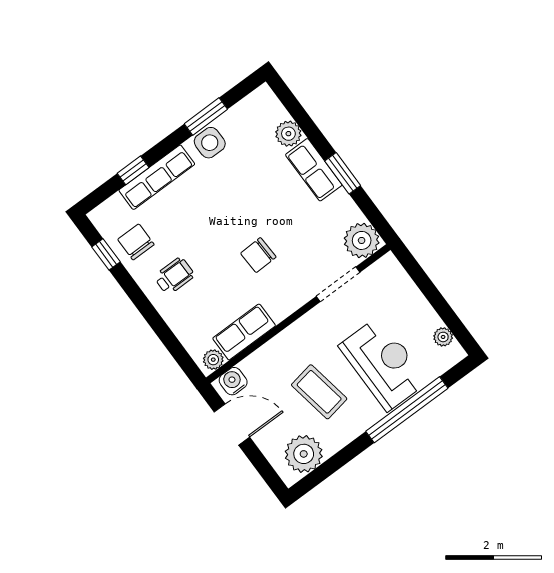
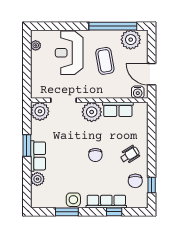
chair: (258, 255) -> (95, 155), moved, turned 92
wheelchair: (174, 276) -> (130, 155), turned 148
plant: (213, 360) -> (92, 112), moved, width x1.88, depth x1.88
window: (407, 410) -> (113, 26), moved

